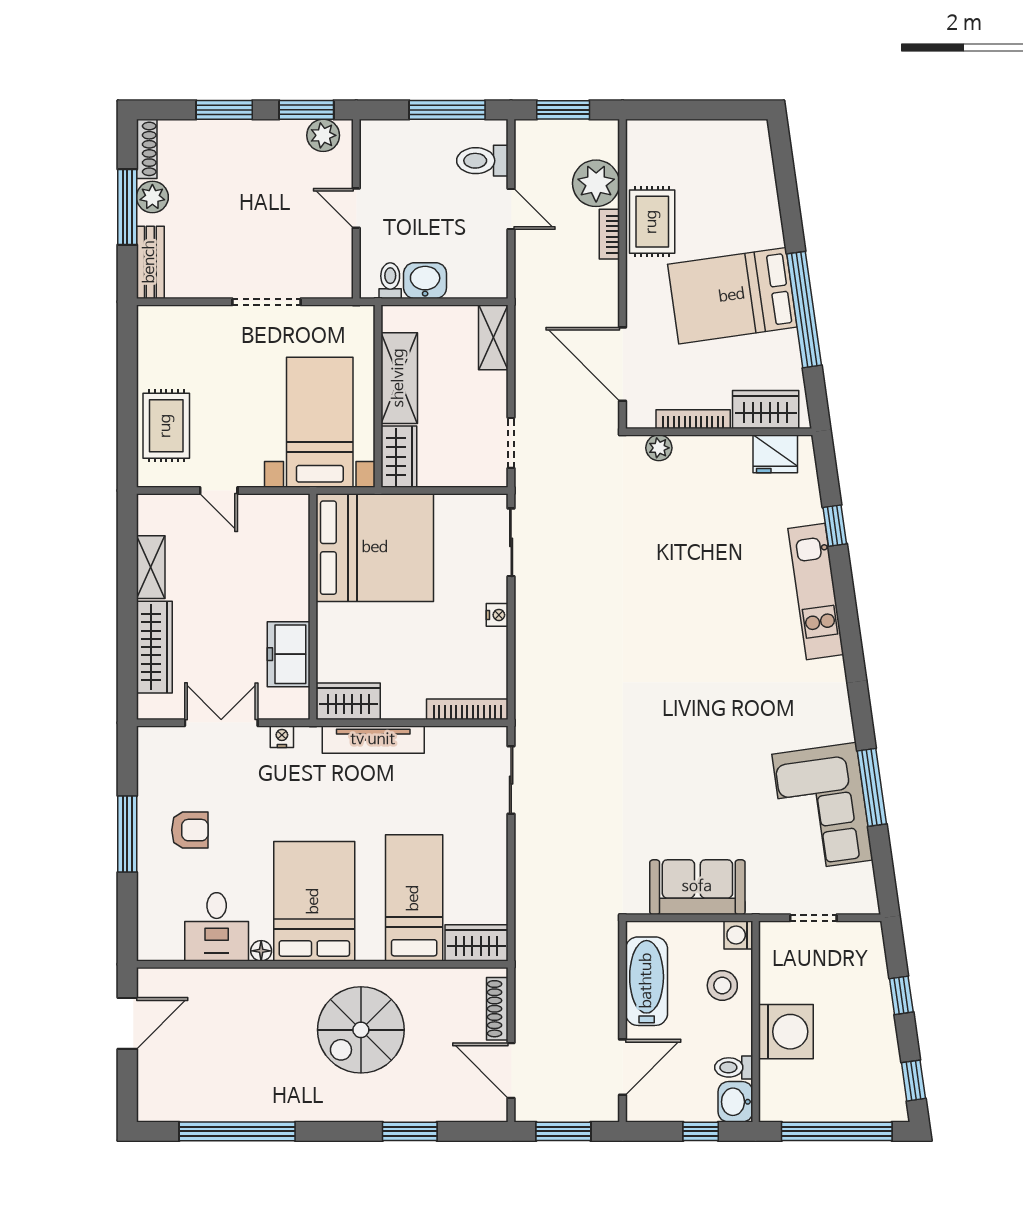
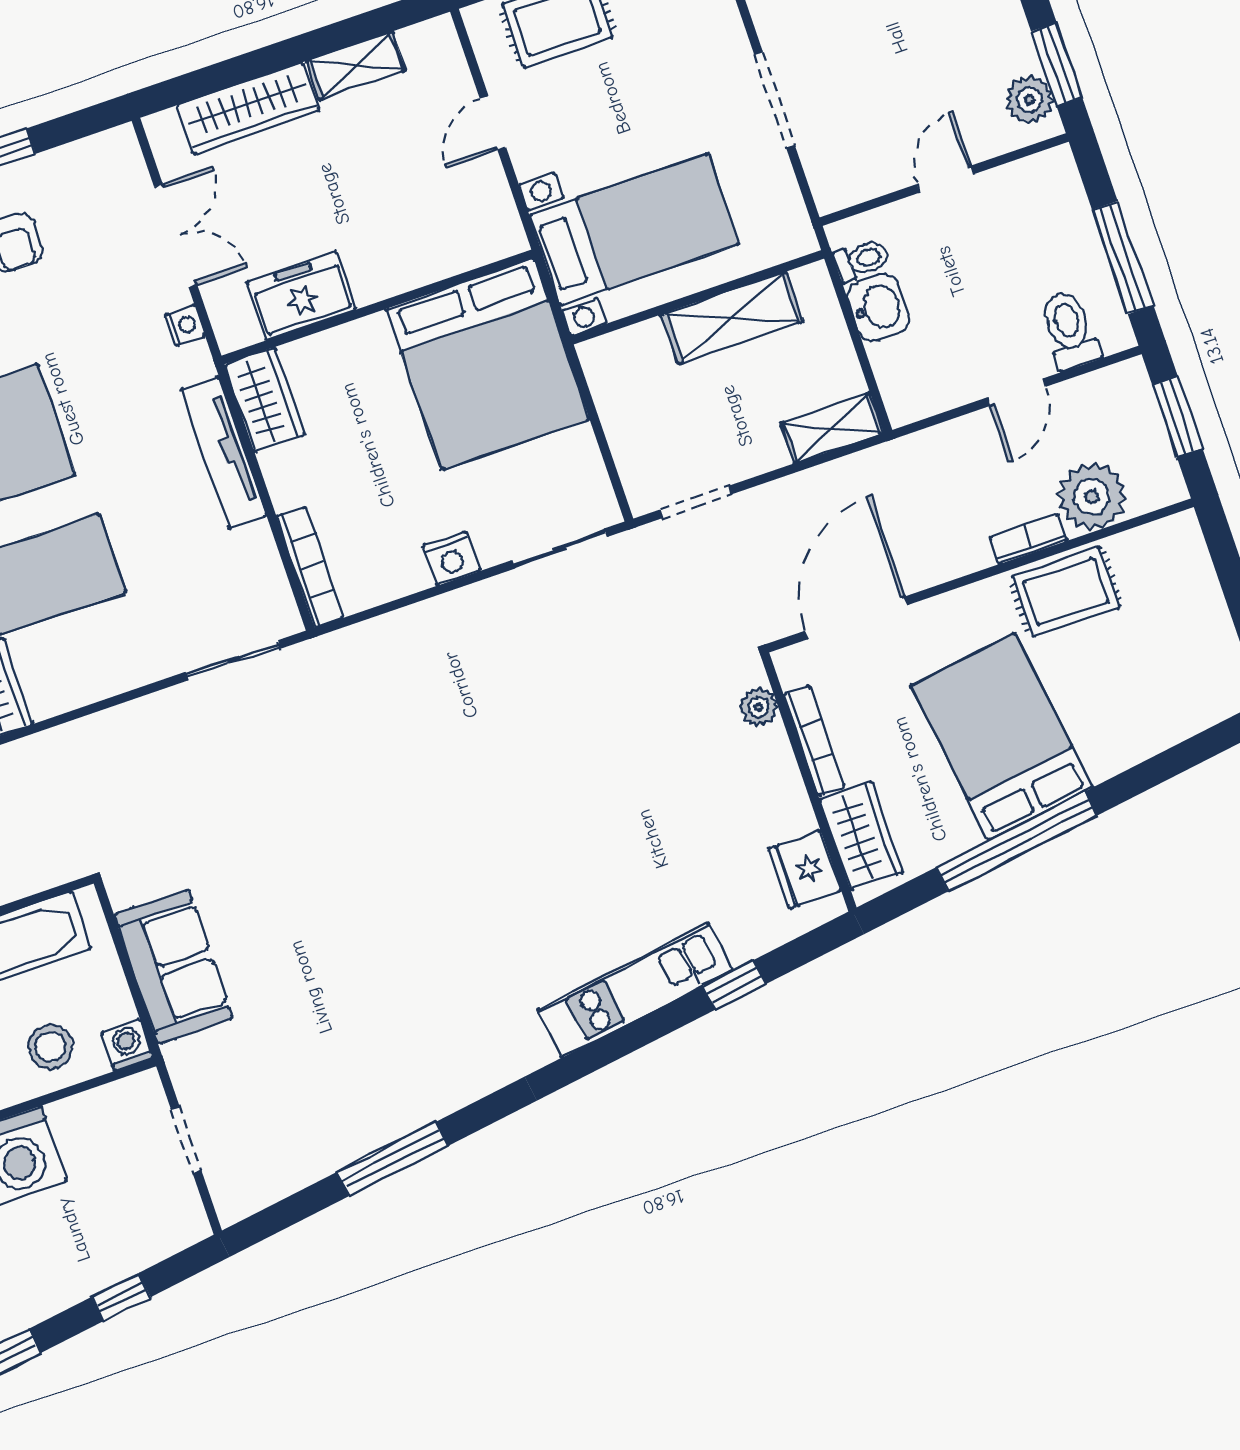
wardrobe: (399, 457) -> (624, 354), removed
nightstand: (497, 615) -> (451, 558), width x1.39, depth x1.35
corner sofa: (822, 807) -> (342, 1100), removed

